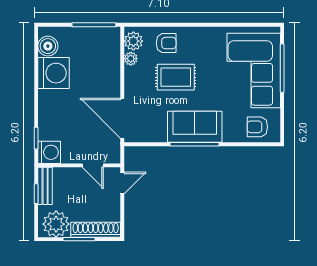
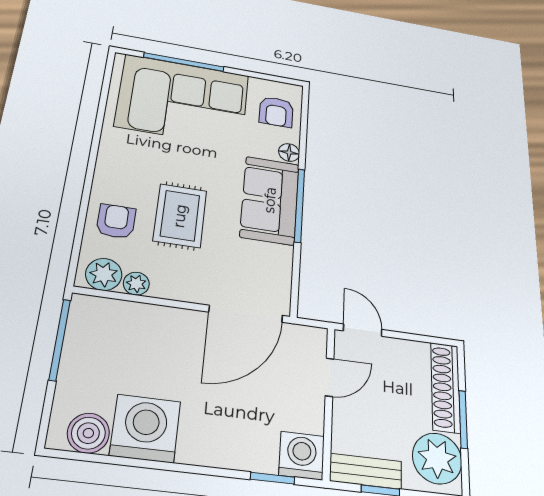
floor lamp: (230, 136) -> (289, 152), added

